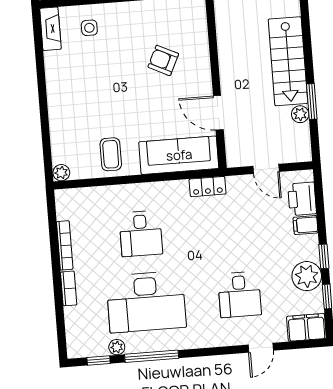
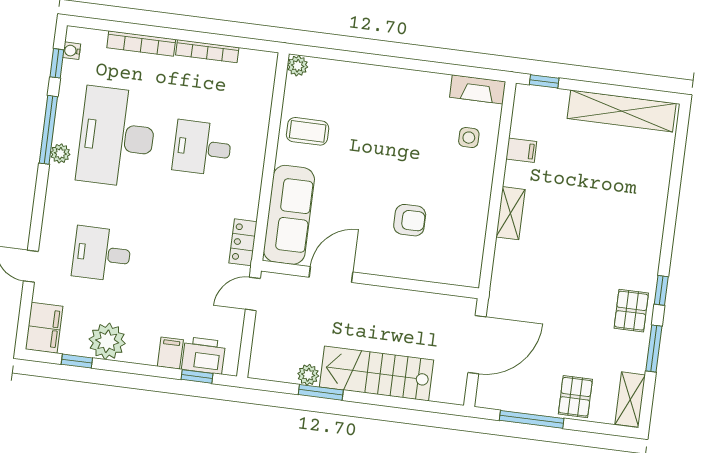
armchair: (163, 60) -> (410, 220), turned 64
door: (266, 169) -> (253, 294), moved
window: (324, 256) -> (197, 376), moved
bookcase: (69, 288) -> (141, 43), width x1.56
plant: (117, 347) -> (60, 153), moved
water cooler: (86, 351) -> (72, 51), added

